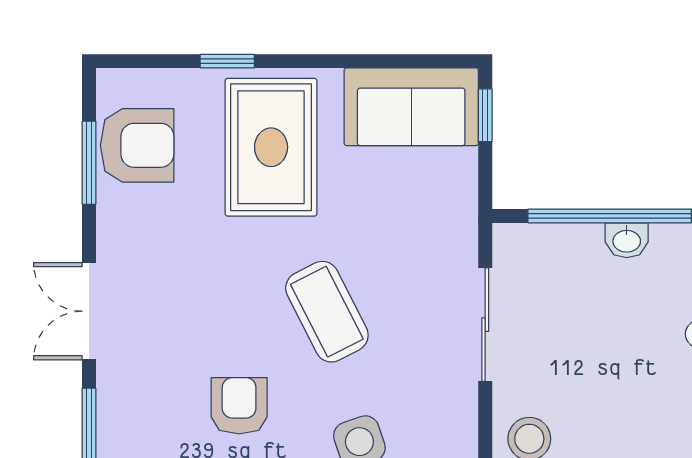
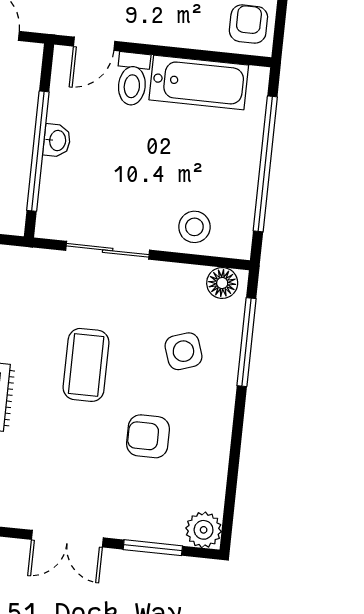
coffee table: (327, 312) -> (86, 365), turned -63

